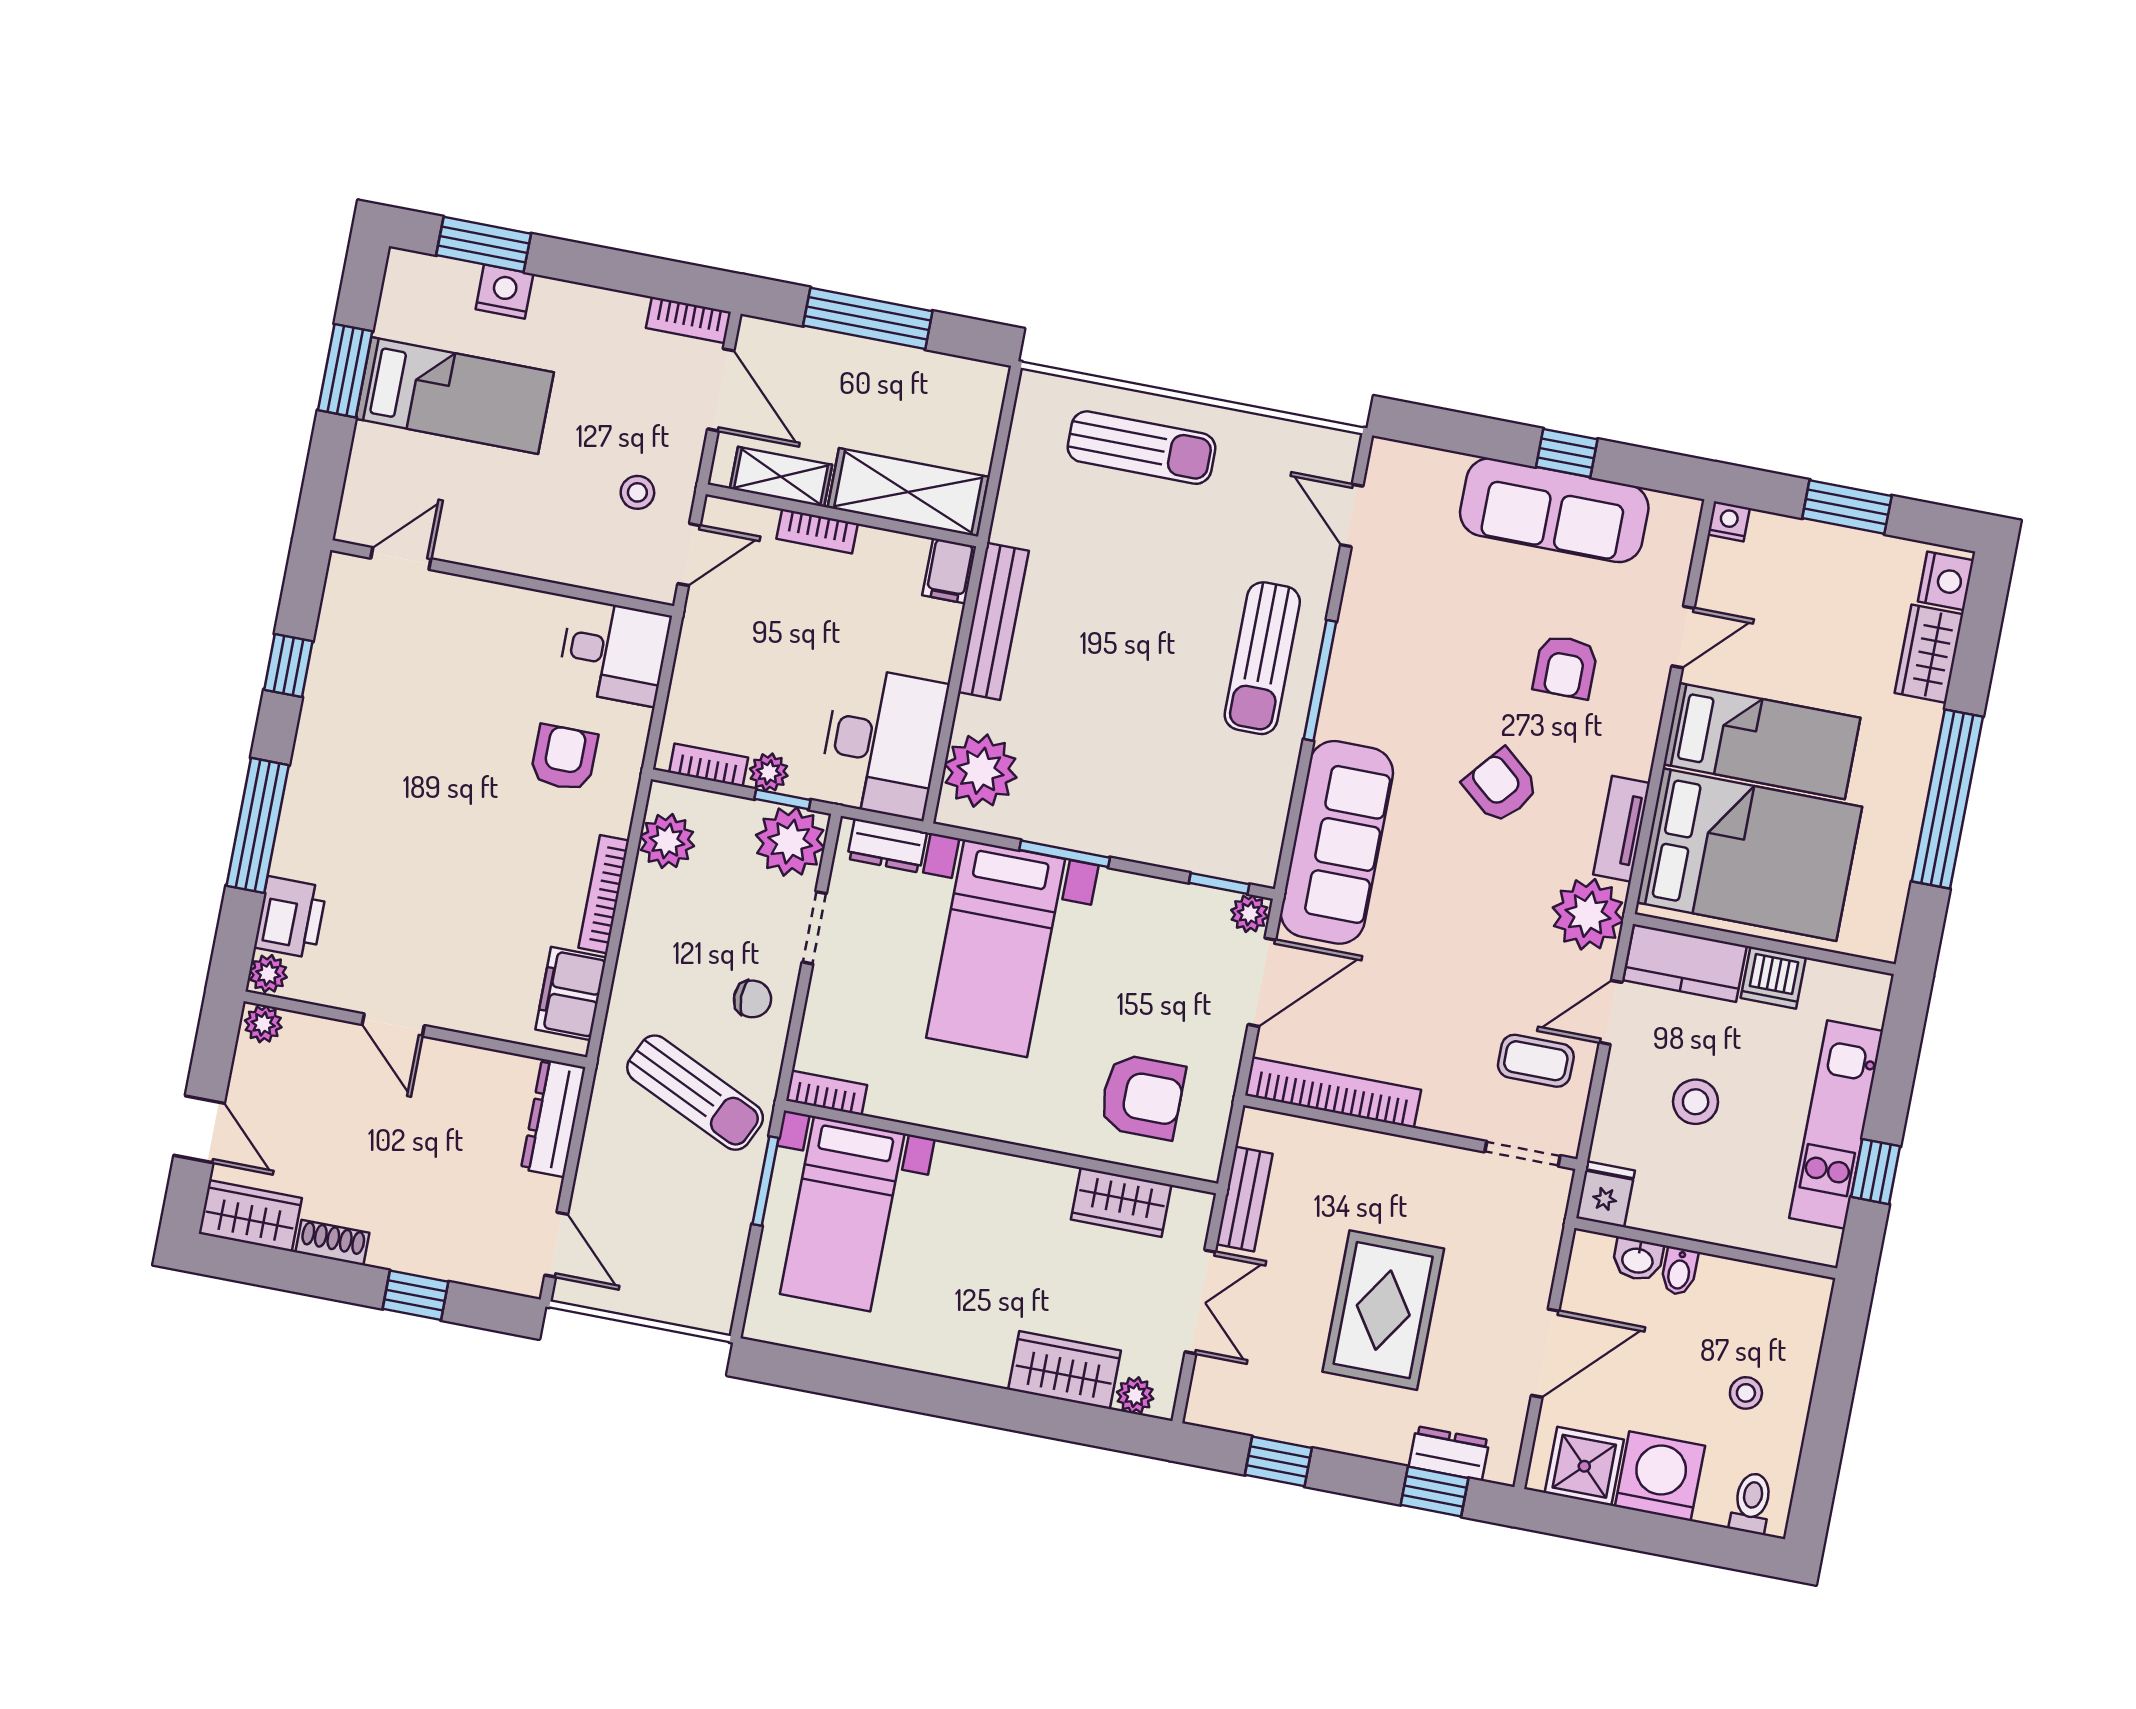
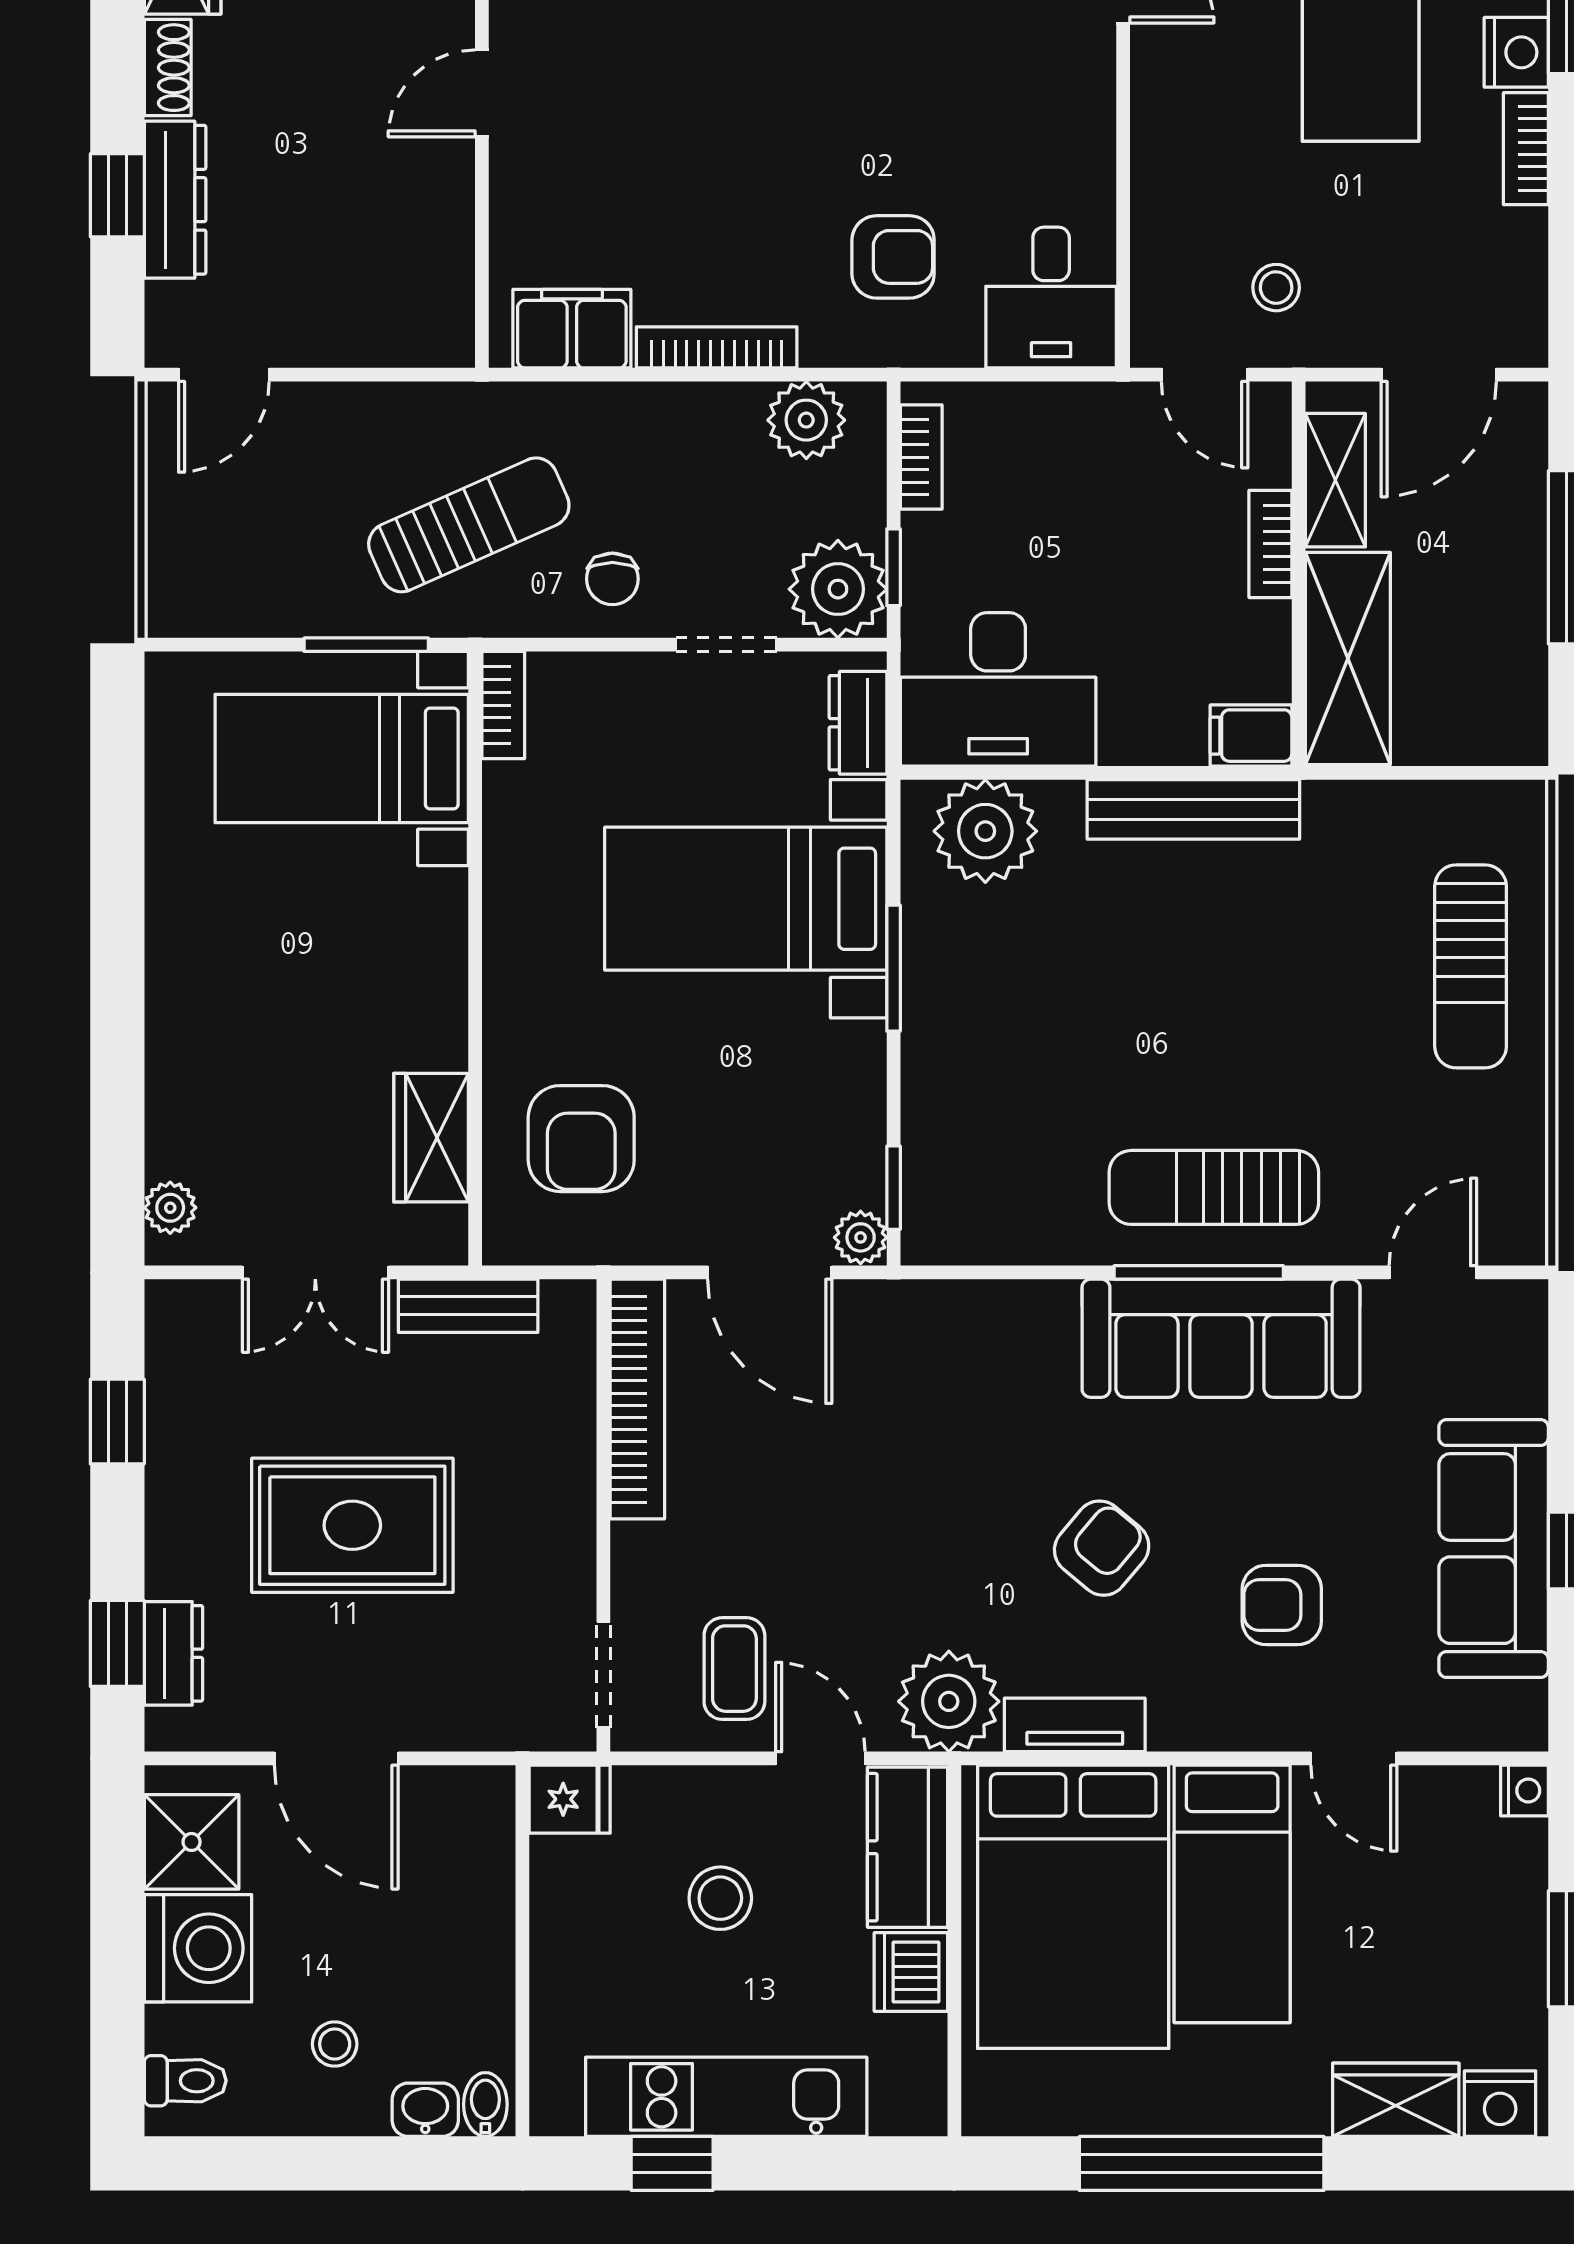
bookcase: (688, 320) -> (1526, 149), moved
plant: (769, 772) -> (927, 541), removed
sofa: (1337, 842) -> (1221, 1338), moved
sun lounger: (695, 1093) -> (469, 525), turned -139
dresser: (553, 1118) -> (175, 200), moved, turned 90
washbasin: (1638, 1259) -> (425, 2110), moved, turned 90
bidet: (1679, 1271) -> (485, 2104), moved, turned 90
wardrobe: (1065, 1370) -> (186, 1104), removed

